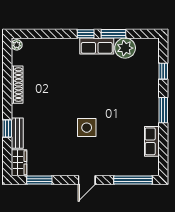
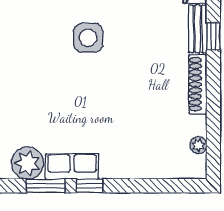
plant: (17, 45) -> (198, 145), moved
shoe rack: (17, 85) -> (198, 84), moved

